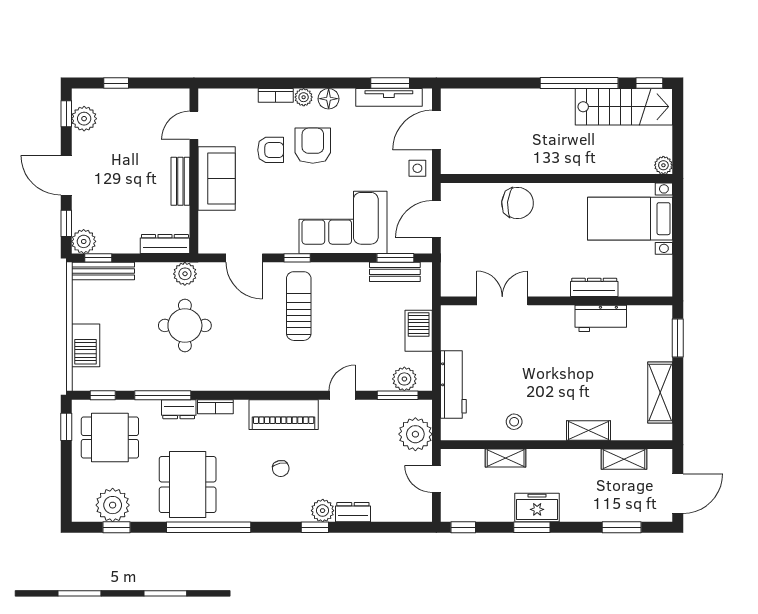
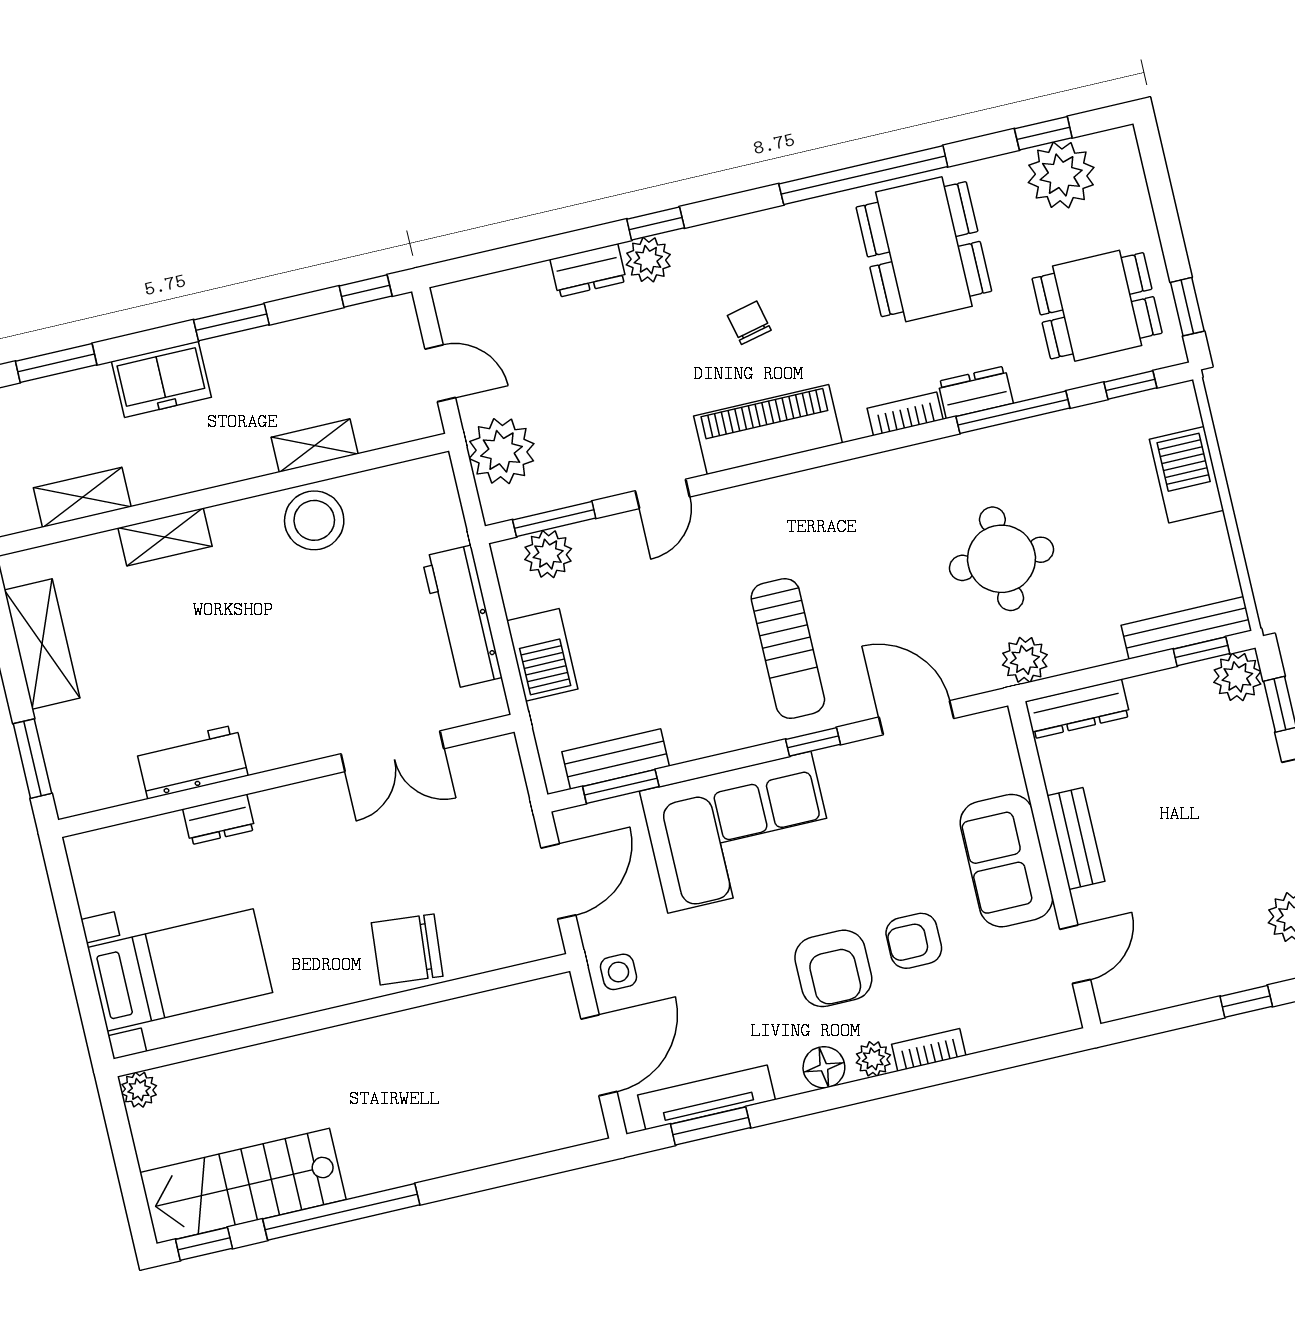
dresser: (594, 287) -> (219, 819), width x0.70
workbench: (453, 385) -> (462, 617), moved
stool: (514, 422) -> (314, 520), width x1.89, depth x1.89
freezer: (537, 507) -> (161, 379), moved

